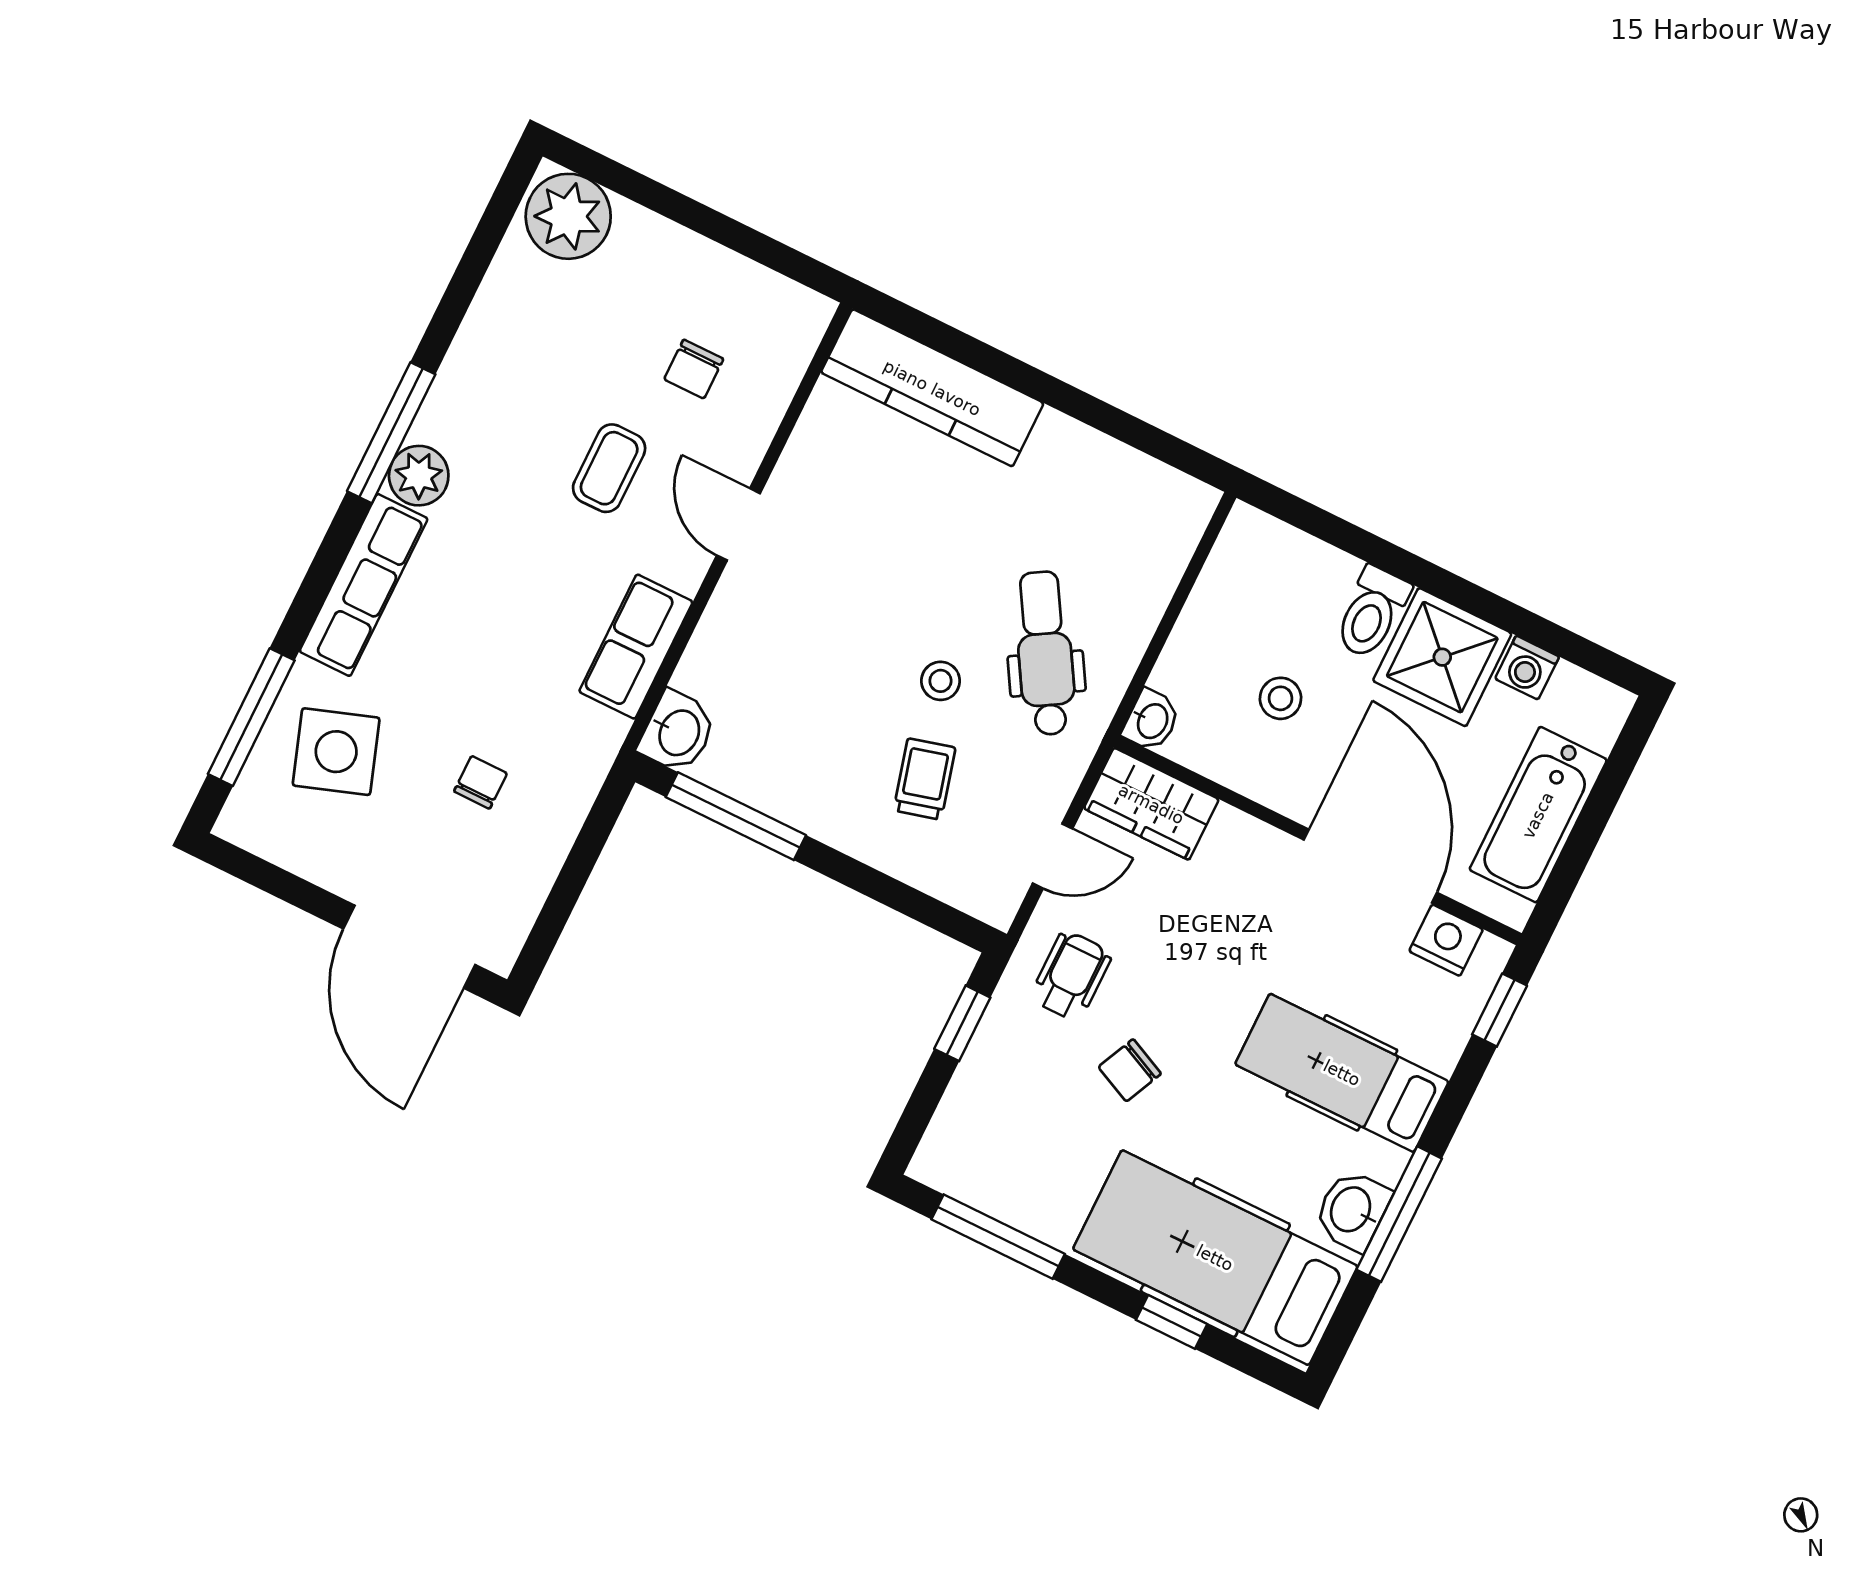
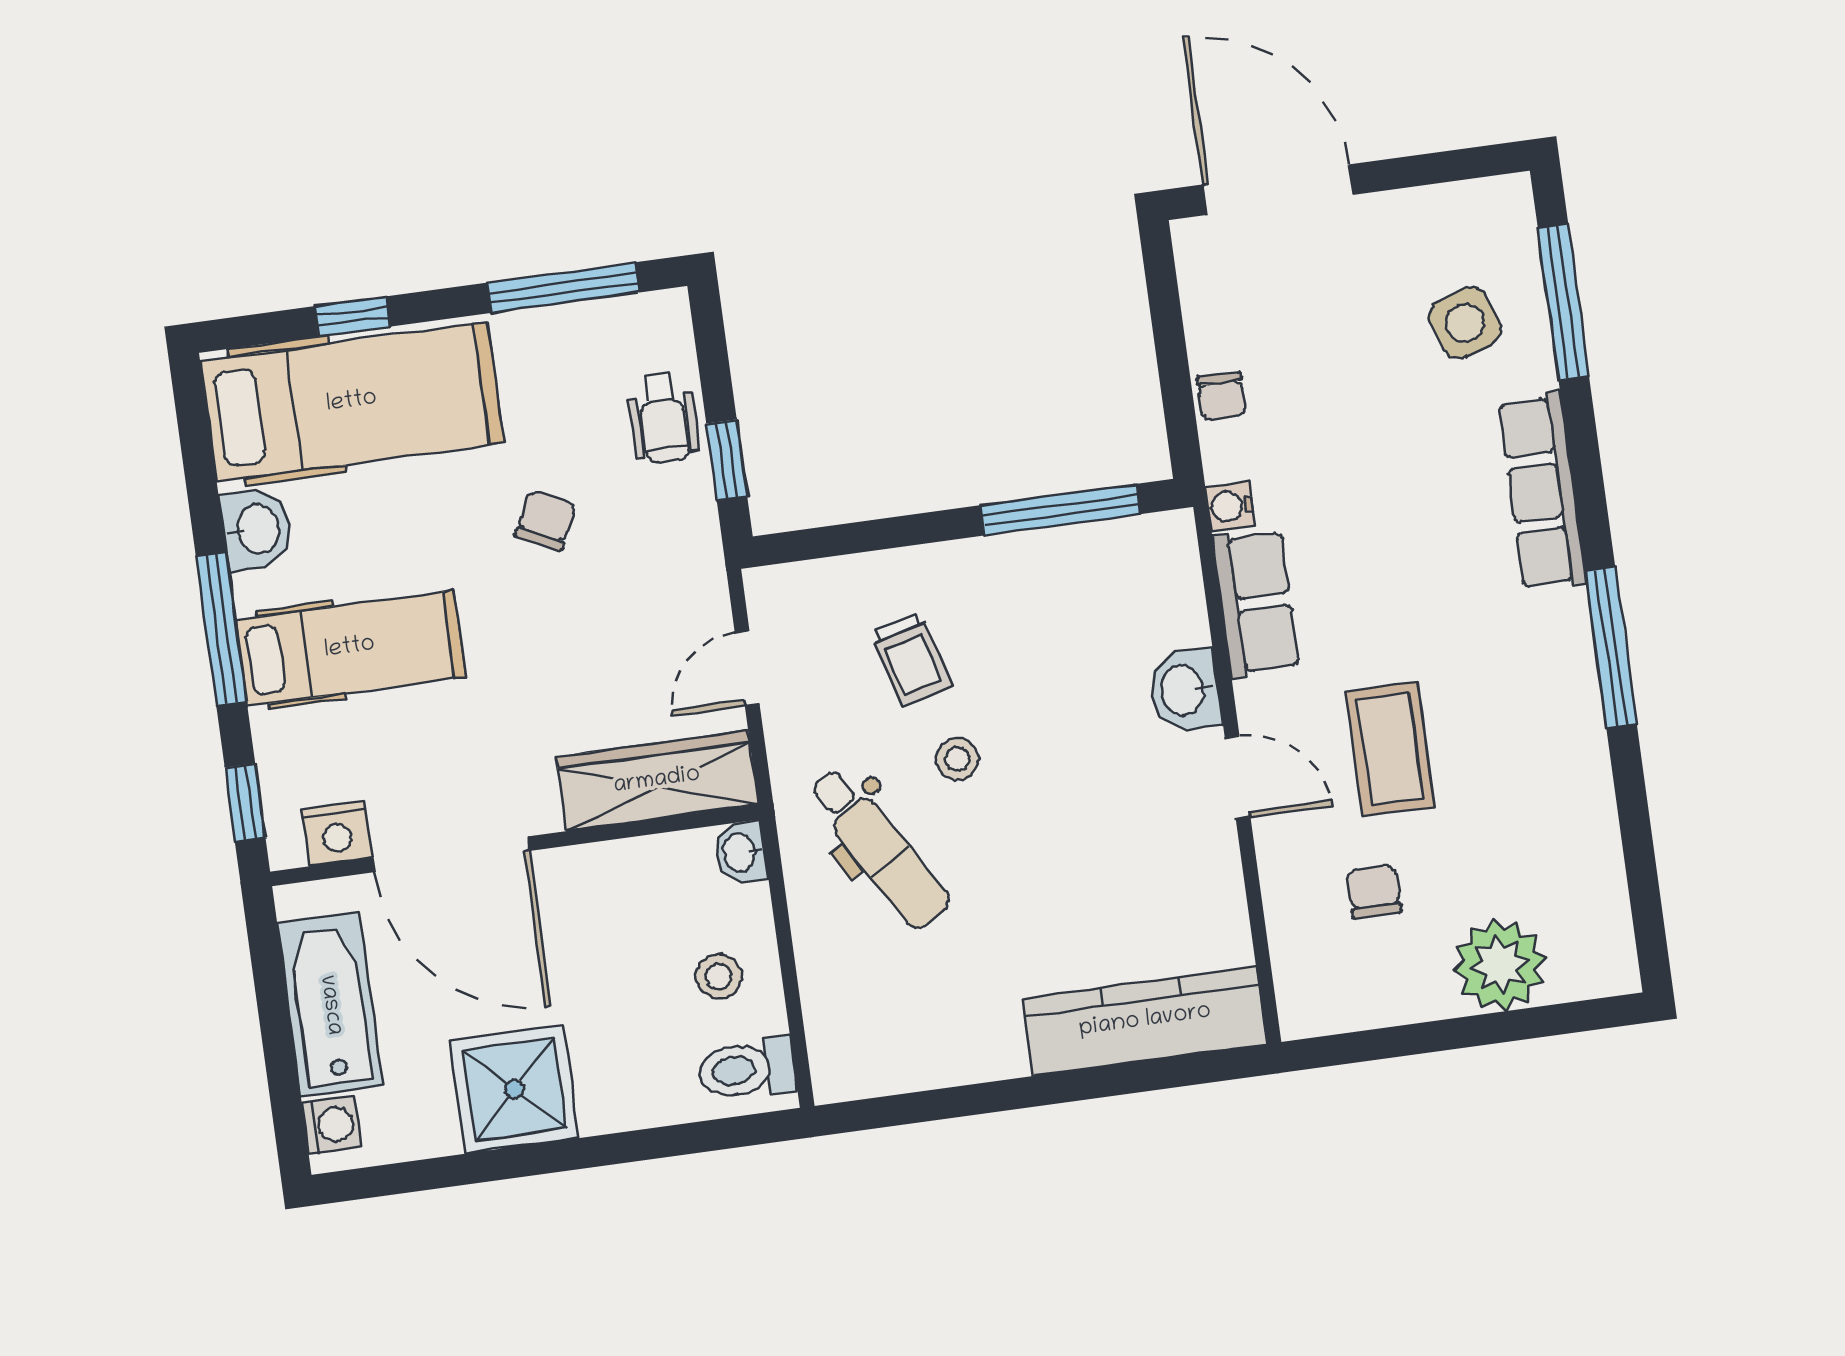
plant: (568, 216) -> (1500, 965), moved
coffee table: (609, 468) -> (1390, 749), width x1.36, depth x1.30
plant: (419, 476) -> (1559, 625), removed
toilet: (1372, 613) -> (747, 1069), moved, turned -90
washing machine: (1527, 668) -> (331, 1125), moved, turned 90
stool: (1281, 698) -> (719, 976), moved
washbasin: (678, 732) -> (1184, 690), moved
water cooler: (606, 733) -> (1230, 506), added
side table: (336, 752) -> (1465, 323), width x0.73, depth x0.73
chair: (481, 782) -> (1221, 396), moved
wardrobe: (1151, 804) -> (657, 781), width x1.50
wheelchair: (1071, 976) -> (663, 418), moved
window: (1399, 1214) -> (221, 629), moved

